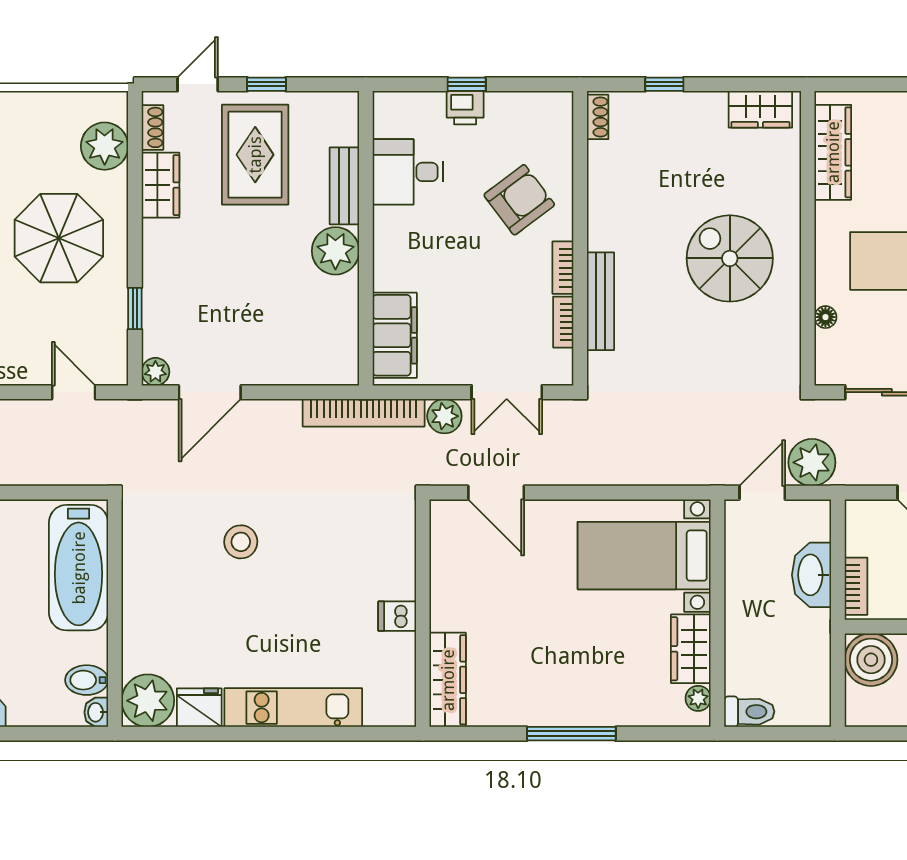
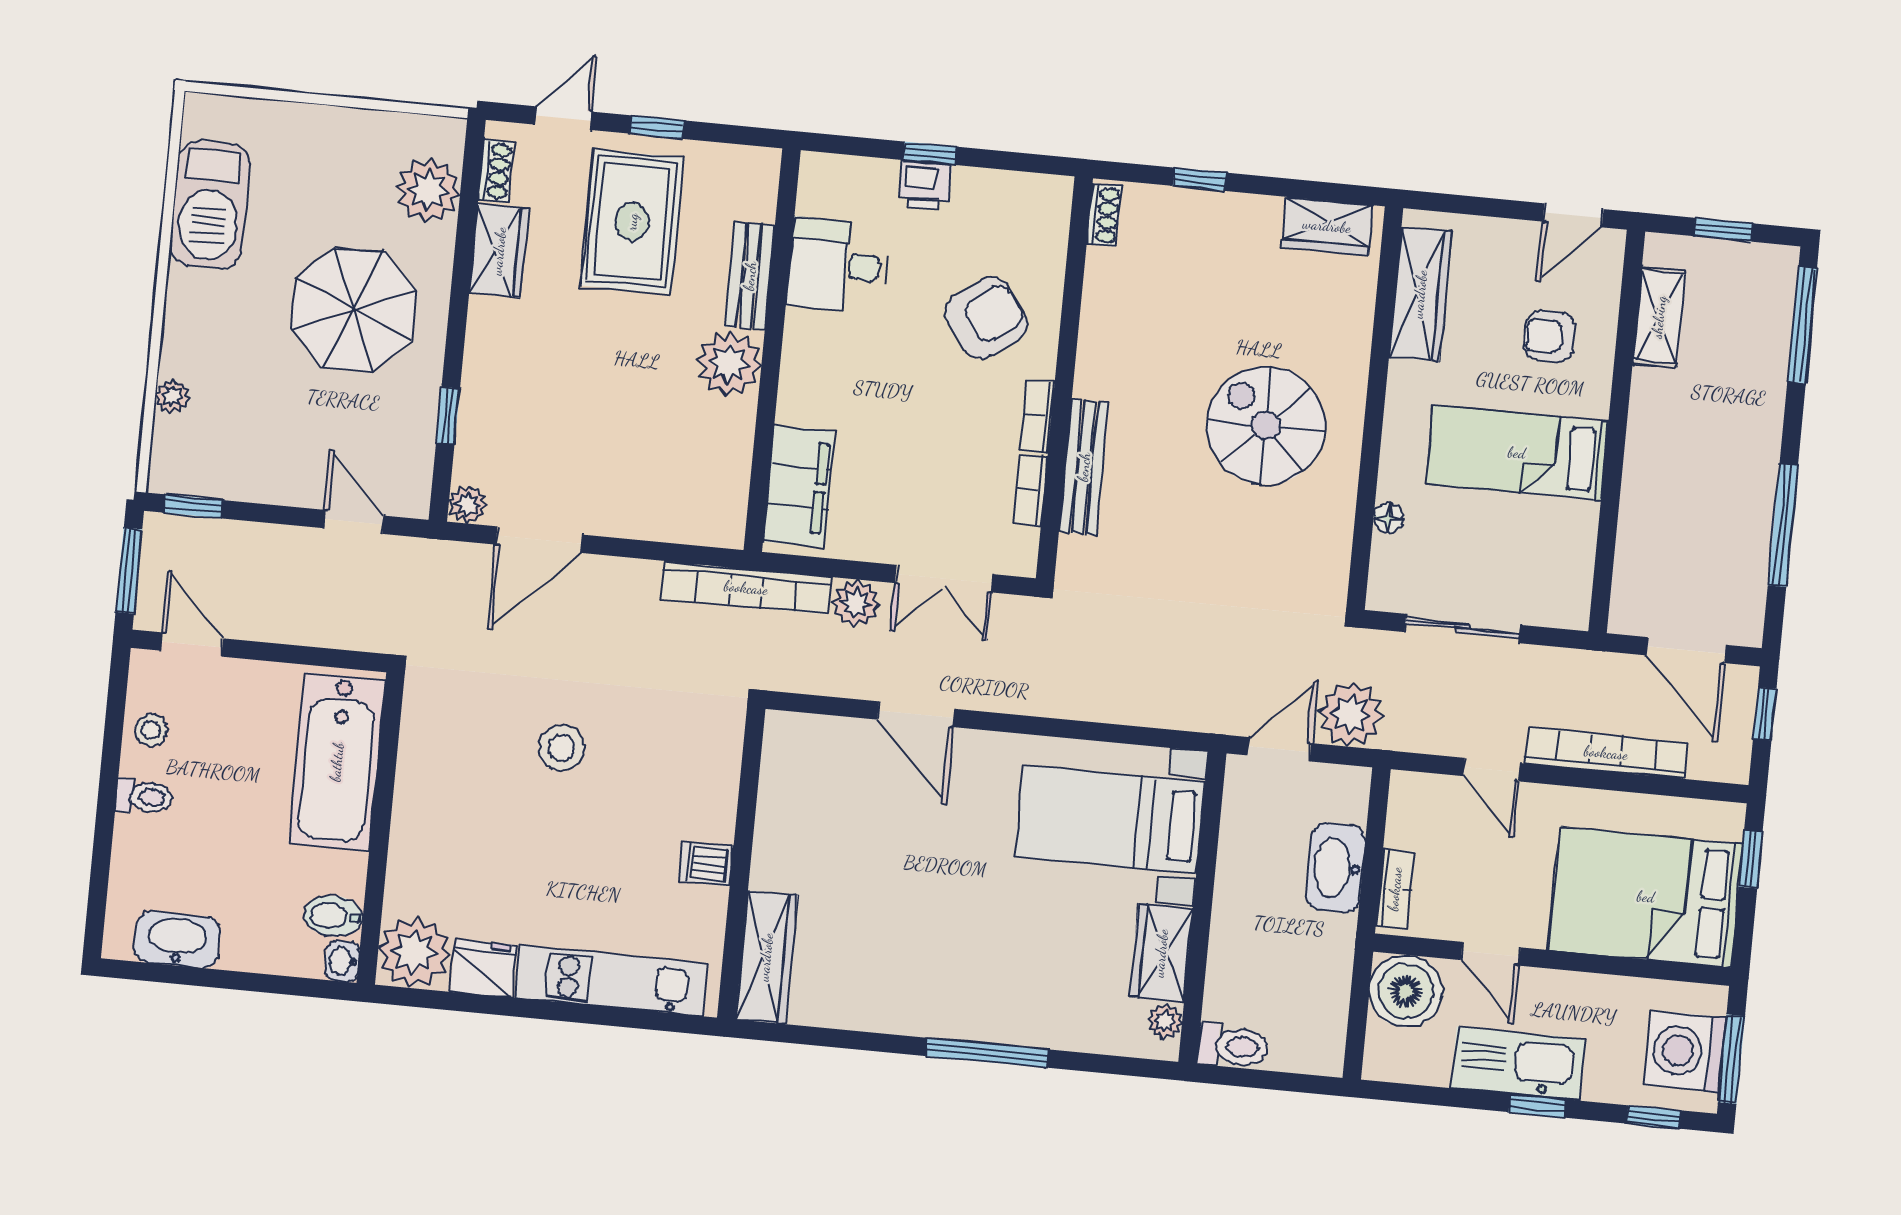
wall: (423, 613) -> (741, 863), moved
dishwasher: (397, 616) -> (706, 864), moved
wardrobe: (448, 680) -> (766, 957), moved

